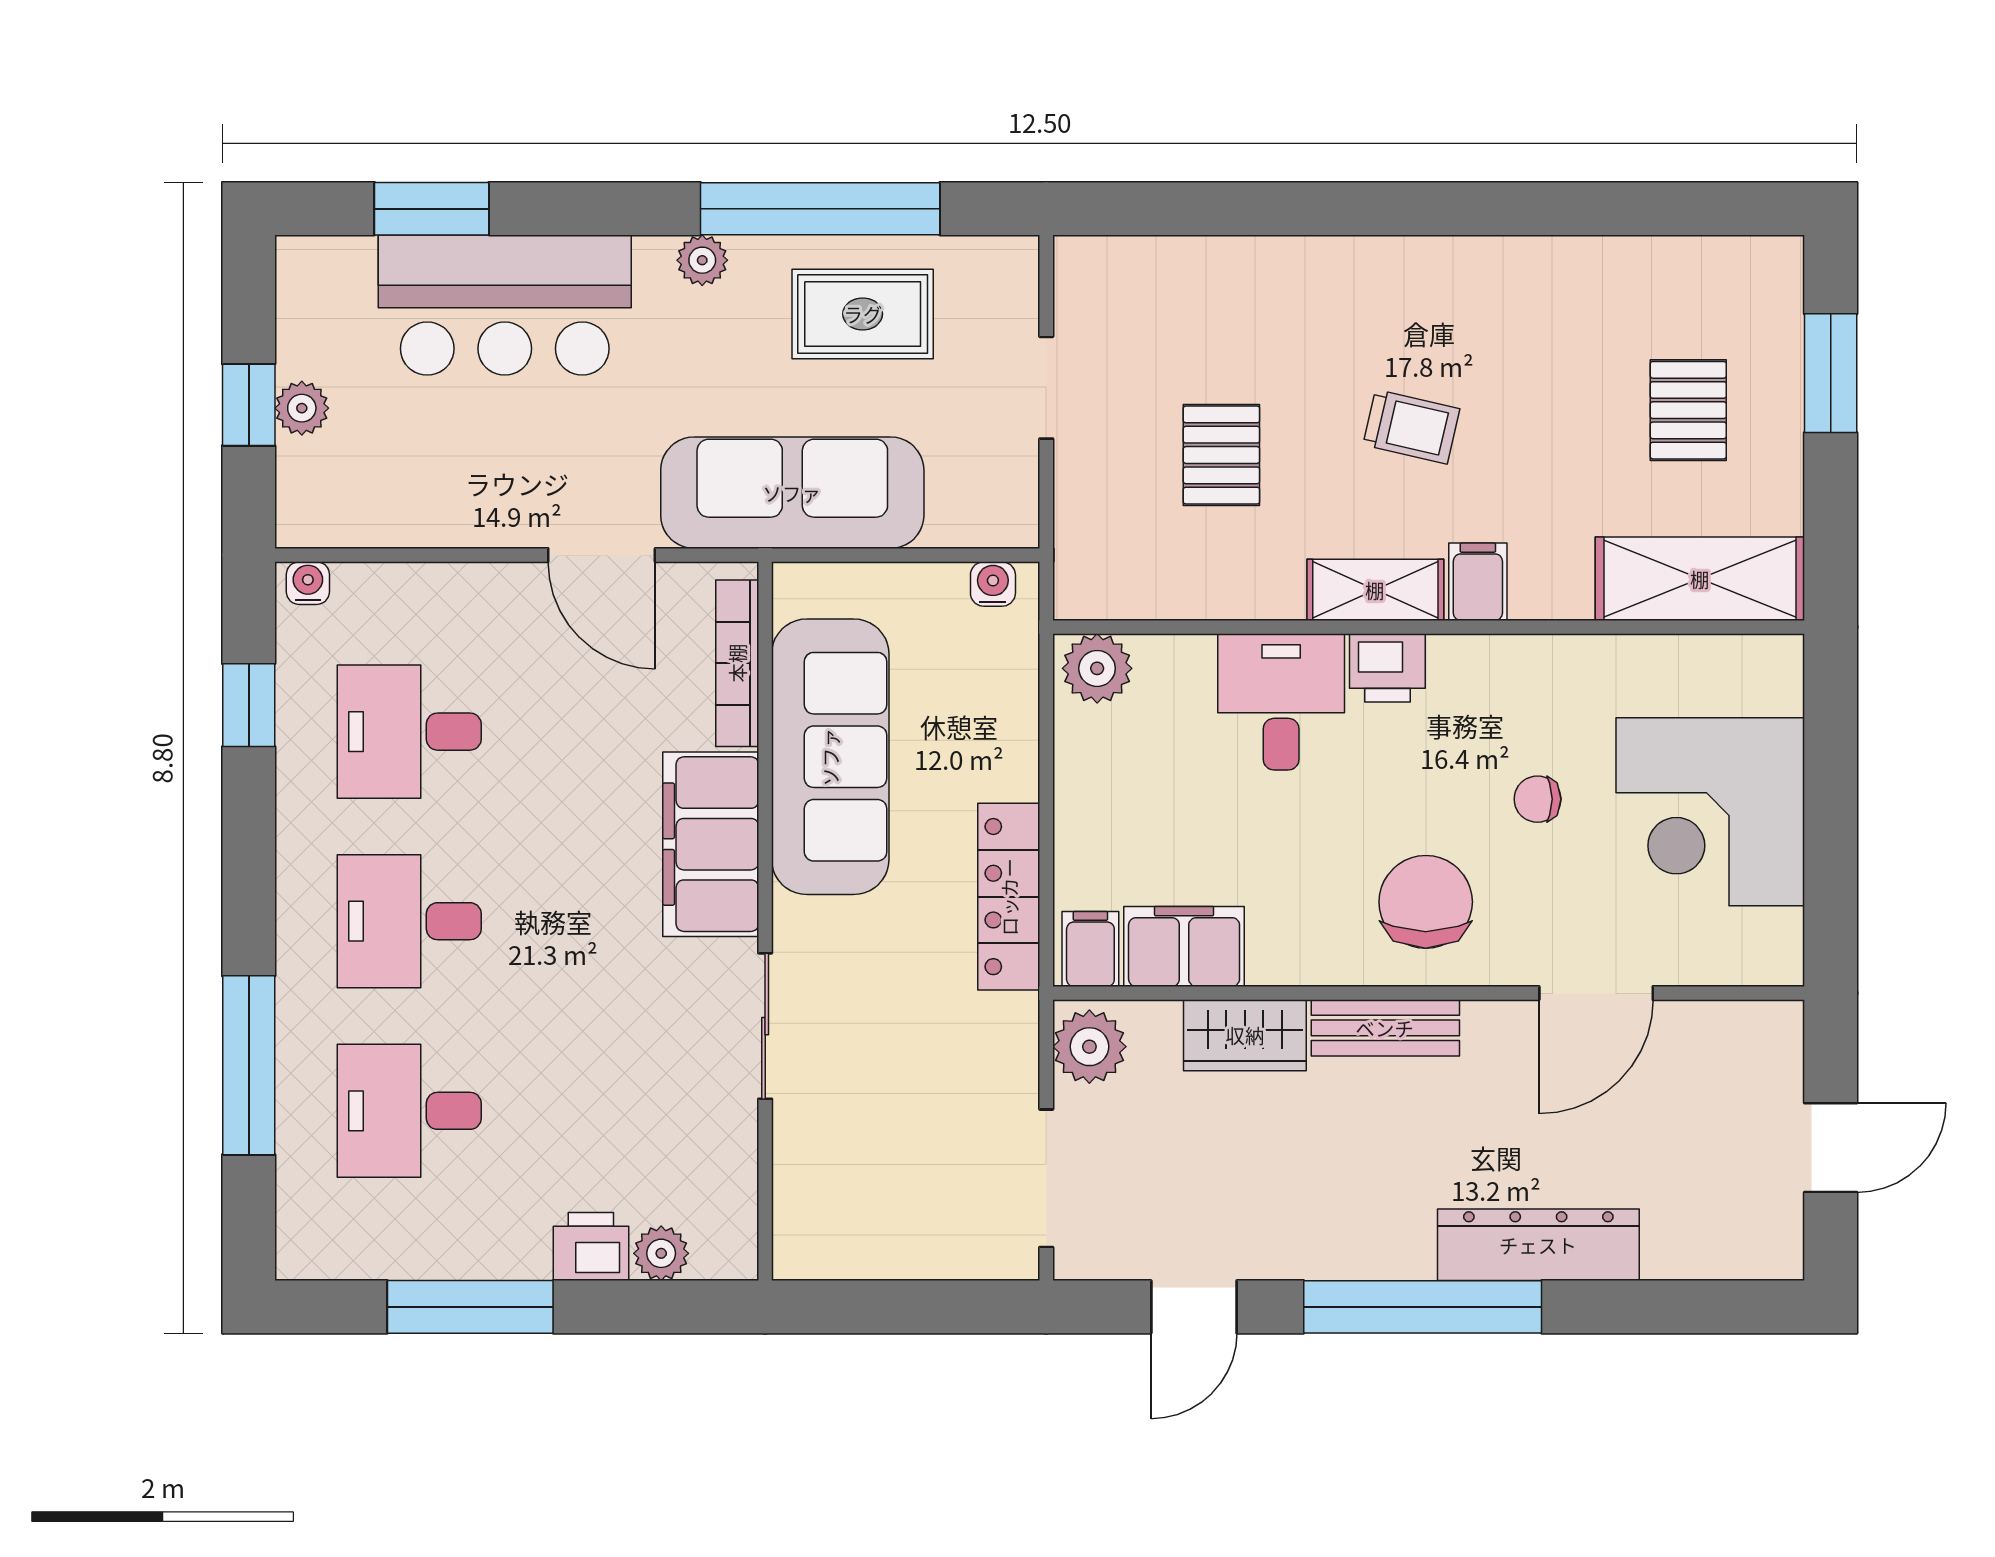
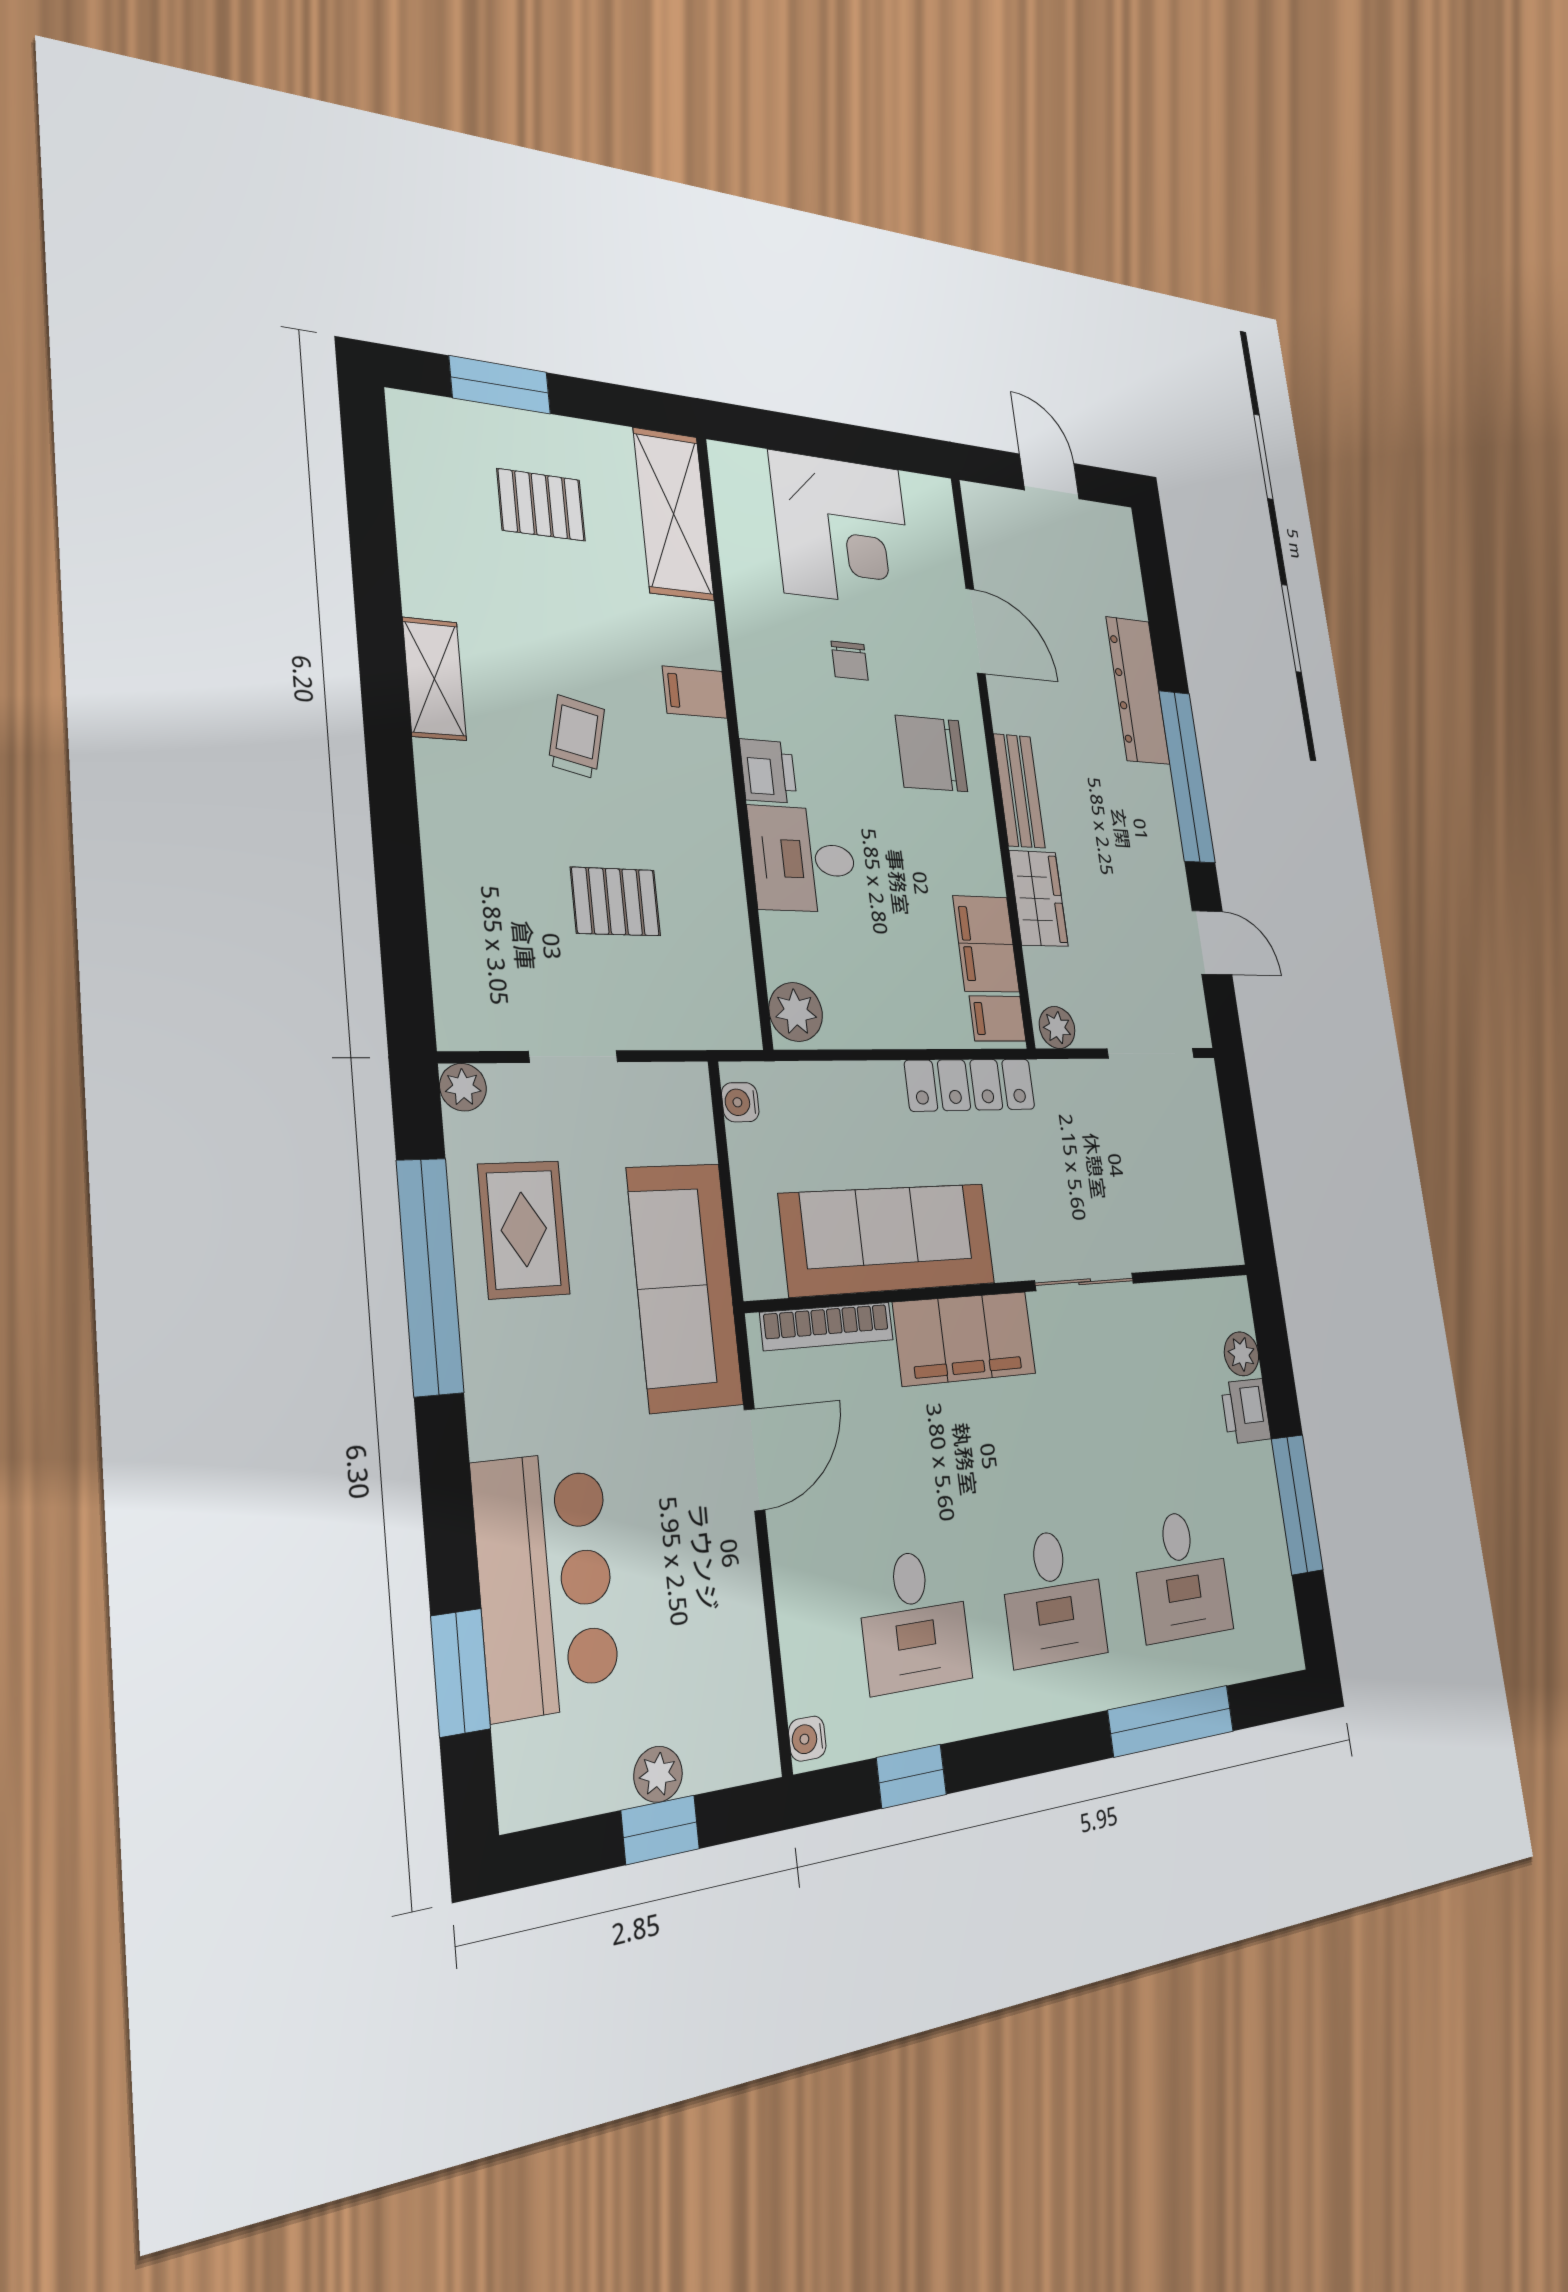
plant: (702, 260) -> (463, 1087), moved
shelving: (1375, 590) -> (434, 679), moved
plant: (1089, 1047) -> (1057, 1027), width x0.73, depth x0.73

